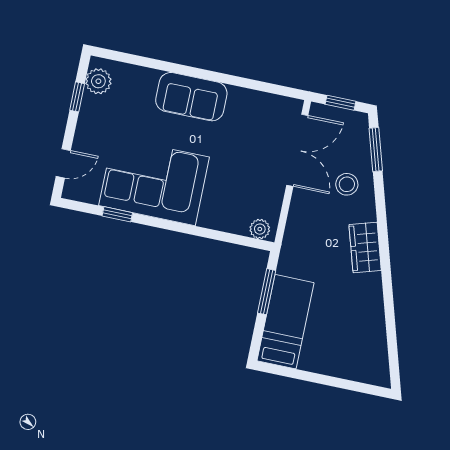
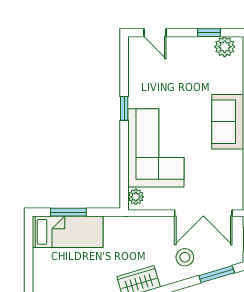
corner sofa: (154, 181) -> (156, 148), moved
window: (117, 214) -> (124, 108), moved
window: (267, 292) -> (68, 212), moved

